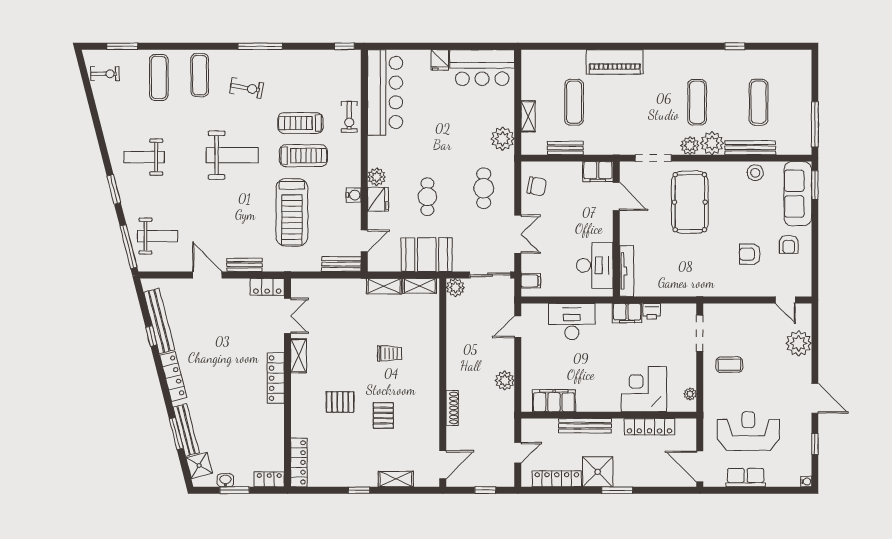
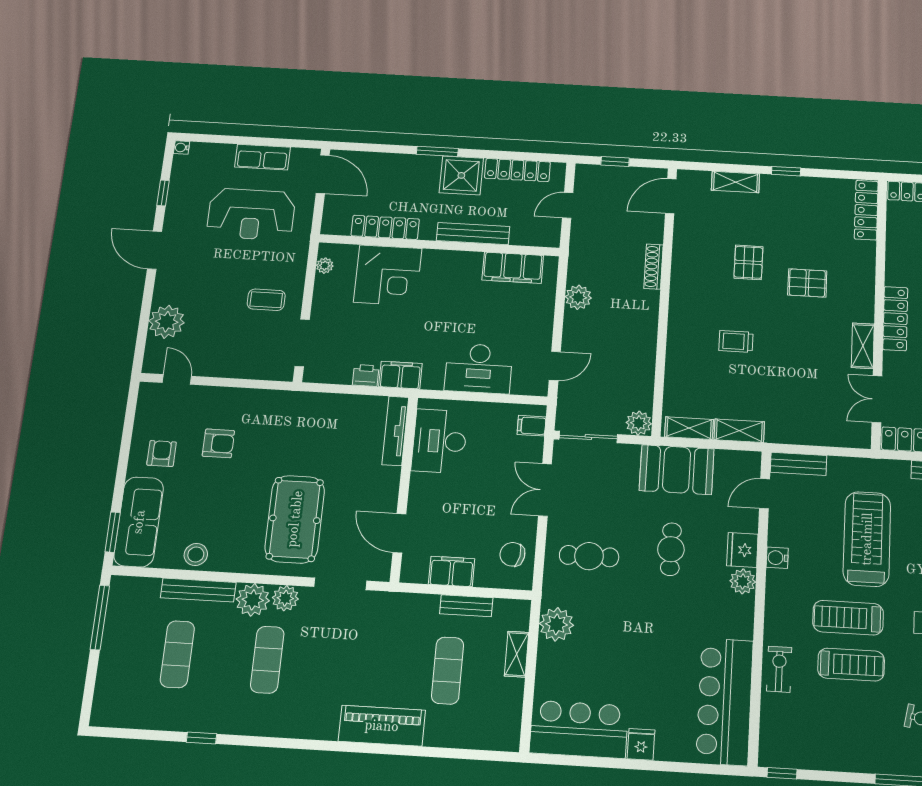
filing cabinet: (598, 172) -> (452, 571), moved
cafe table: (484, 188) -> (589, 556), turned 90

